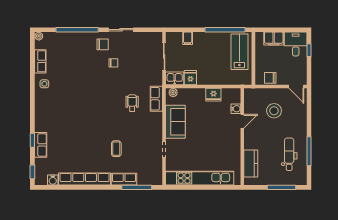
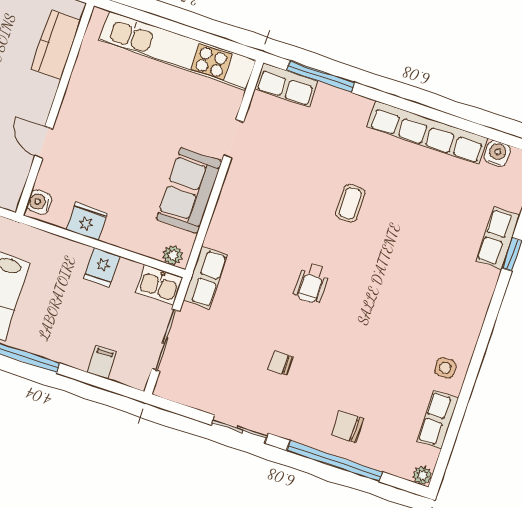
chair: (103, 44) -> (347, 427), moved
fridge: (190, 78) -> (102, 267), moved
row of seats: (156, 99) -> (205, 278), moved
wheelchair: (132, 103) -> (312, 283), moved
water cooler: (236, 109) -> (39, 202), moved
door: (242, 121) -> (44, 143), hinge flipped
coffee table: (116, 149) -> (350, 203), moved
row of seats: (124, 179) -> (286, 85), moved

